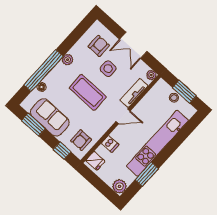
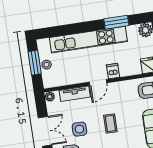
coffee table: (88, 92) -> (110, 124), width x0.54, depth x0.58
door: (123, 116) -> (98, 83), swing flipped
dishwasher: (110, 144) -> (113, 71), moved

